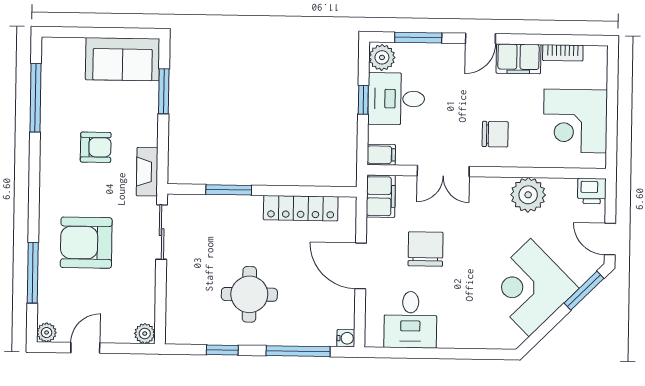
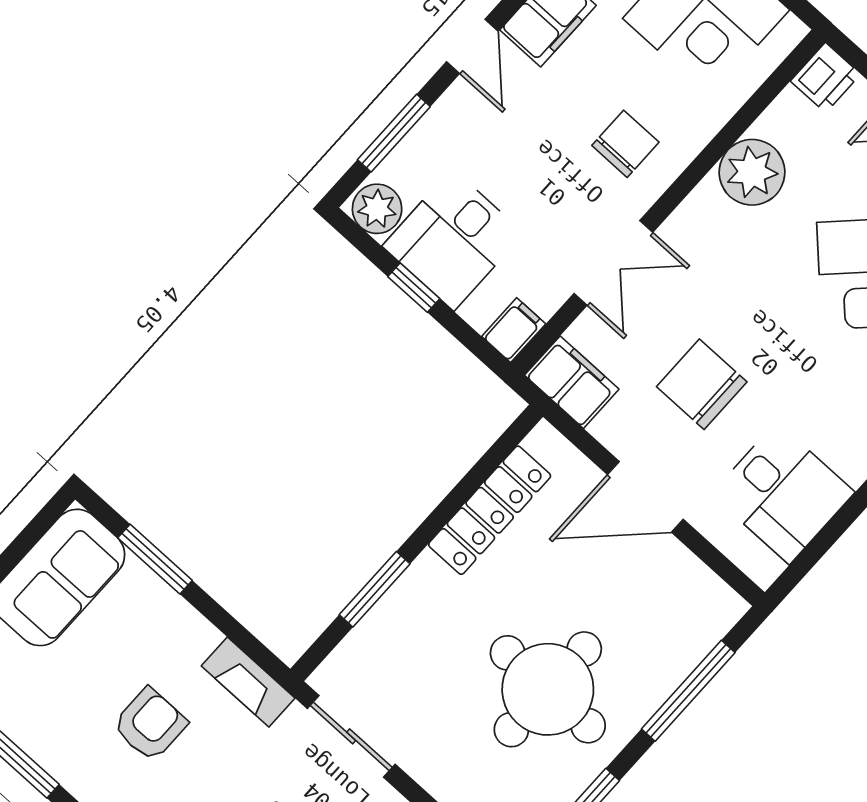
round table: (249, 294) -> (548, 689), width x1.36, depth x1.36
water cooler: (346, 338) -> (729, 607), removed

